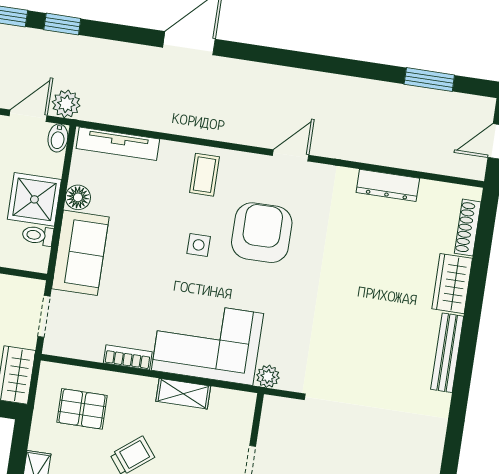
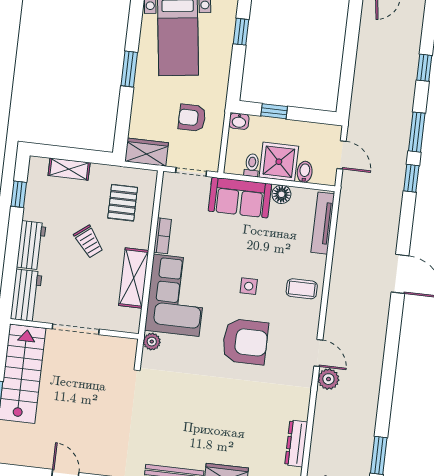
plant: (66, 104) -> (328, 379), moved
bidet: (58, 138) -> (305, 172), moved, turned 90
dresser: (388, 185) -> (296, 443), moved
armchair: (262, 233) -> (245, 342), moved
shelving: (183, 394) -> (134, 278), width x1.50, depth x1.33

